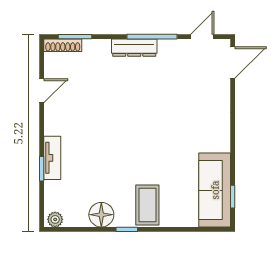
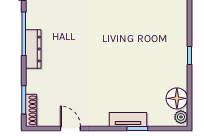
coffee table: (147, 205) -> (169, 38), removed
floor lamp: (101, 215) -> (177, 98), moved

